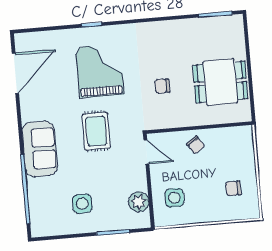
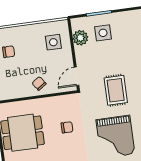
door: (146, 152) -> (77, 76), hinge flipped
side table: (82, 204) -> (103, 33), moved

